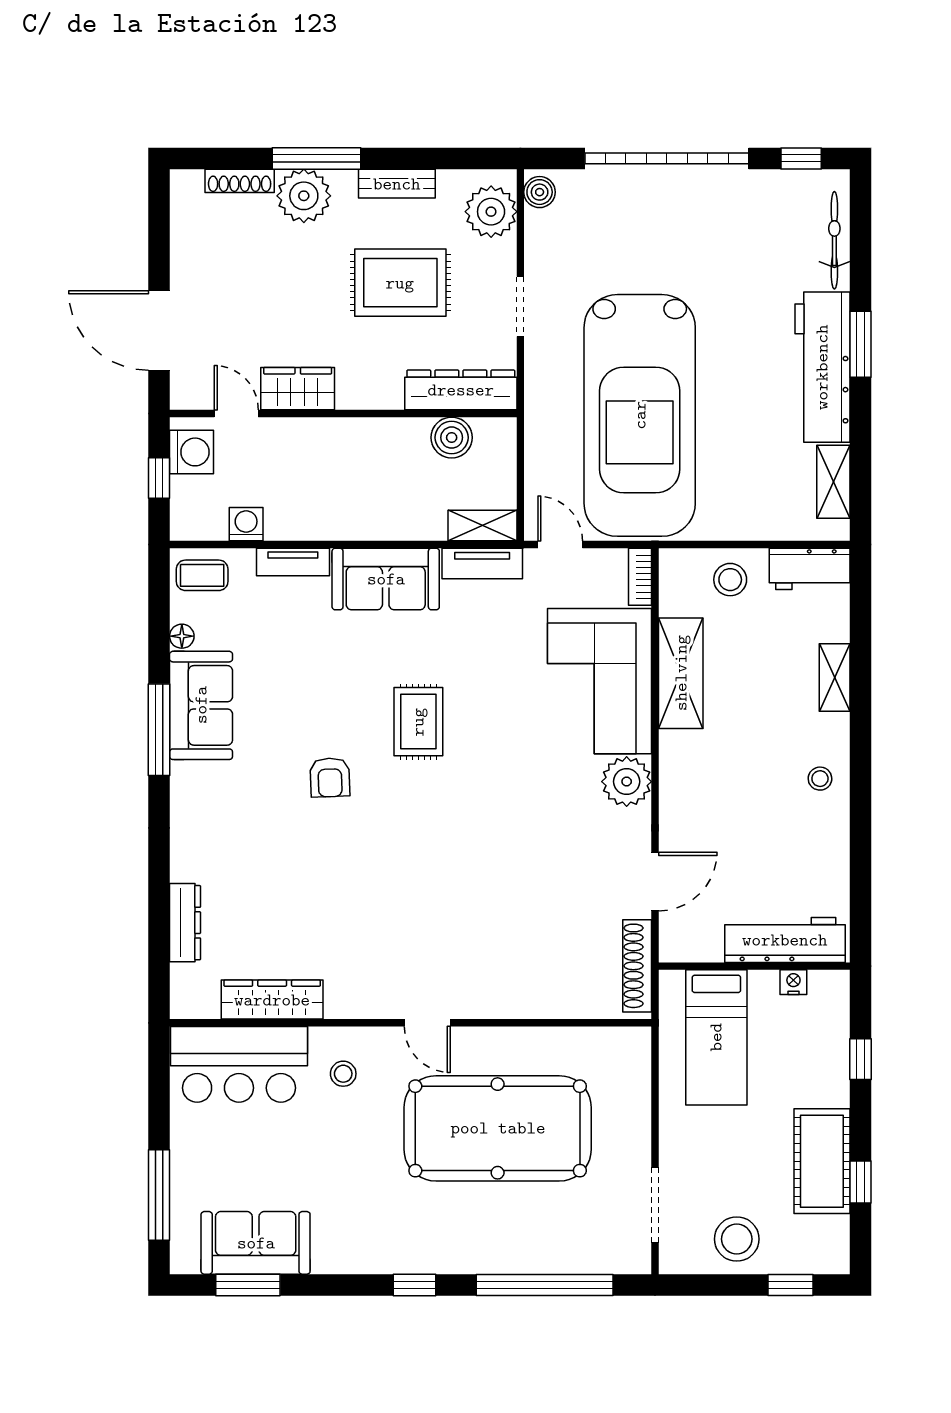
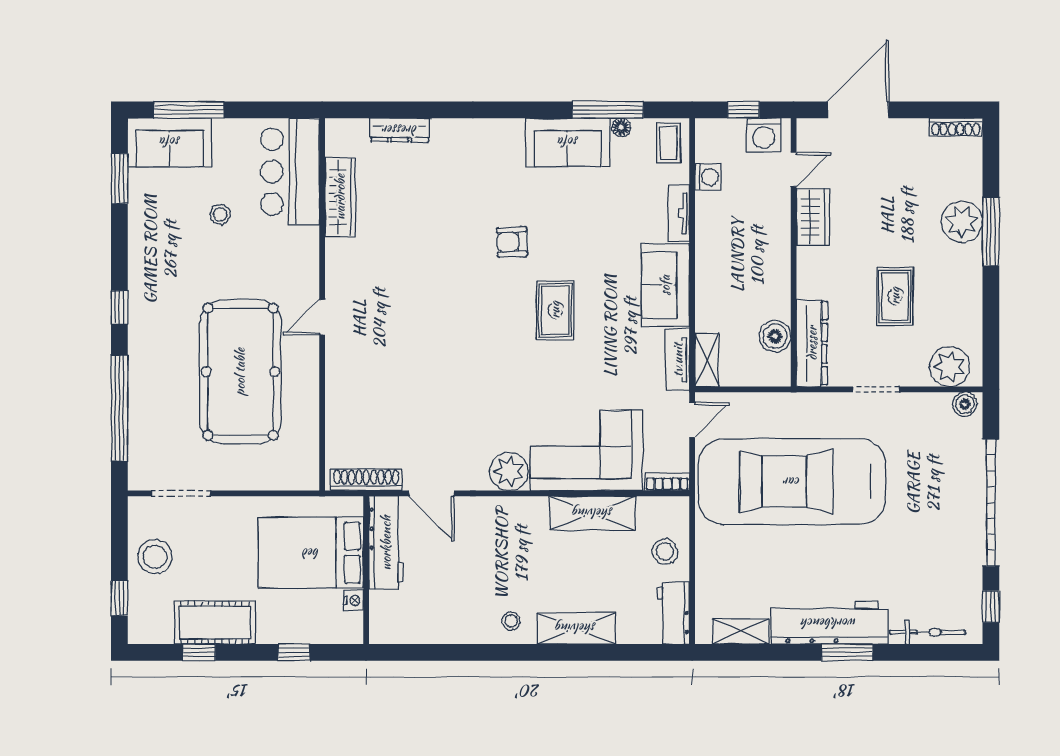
shoe rack: (240, 181) -> (956, 127), moved, turned -90
bench: (397, 184) -> (971, 294), removed
rug: (400, 283) -> (895, 296), width x0.73, depth x0.70
shelving: (835, 678) -> (576, 628), width x1.50, depth x1.33
rug: (418, 722) -> (555, 310), turned 90
window: (159, 730) -> (608, 110), moved
workbench: (785, 940) -> (386, 543), moved
bed: (716, 1037) -> (311, 553), width x1.50
stool: (343, 1074) -> (220, 214), moved
sofa: (256, 1243) -> (170, 142), moved, turned 90

